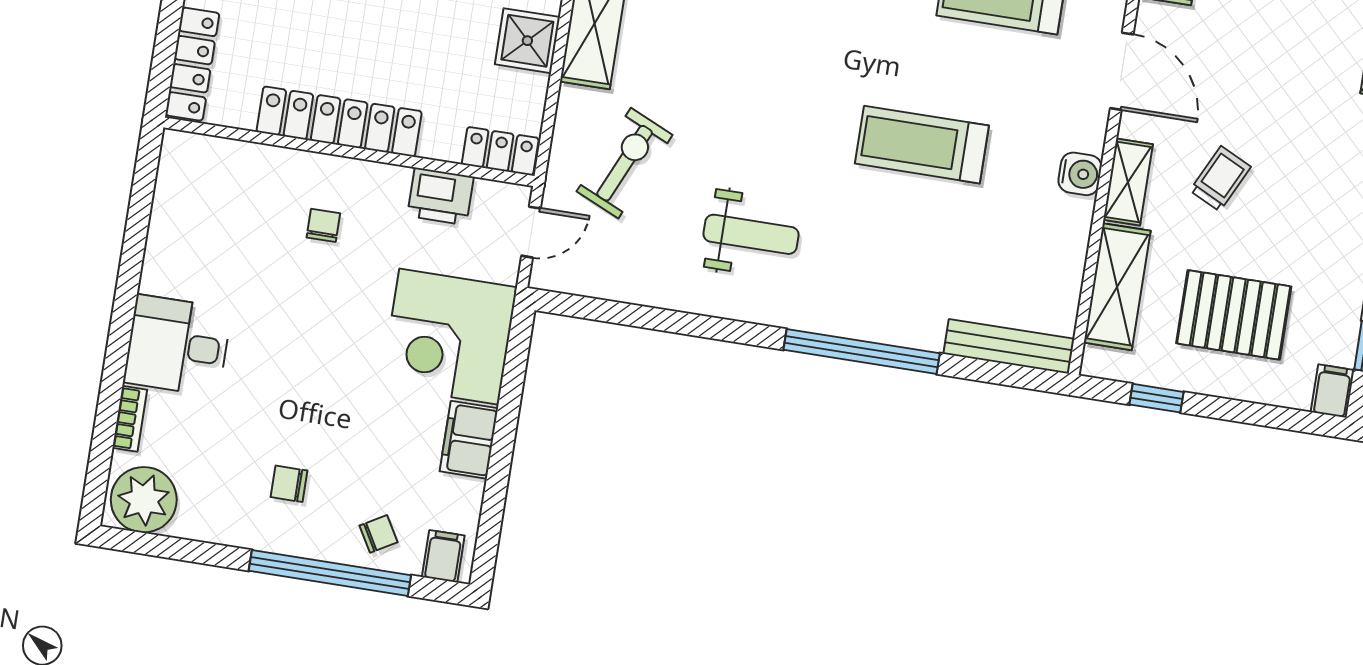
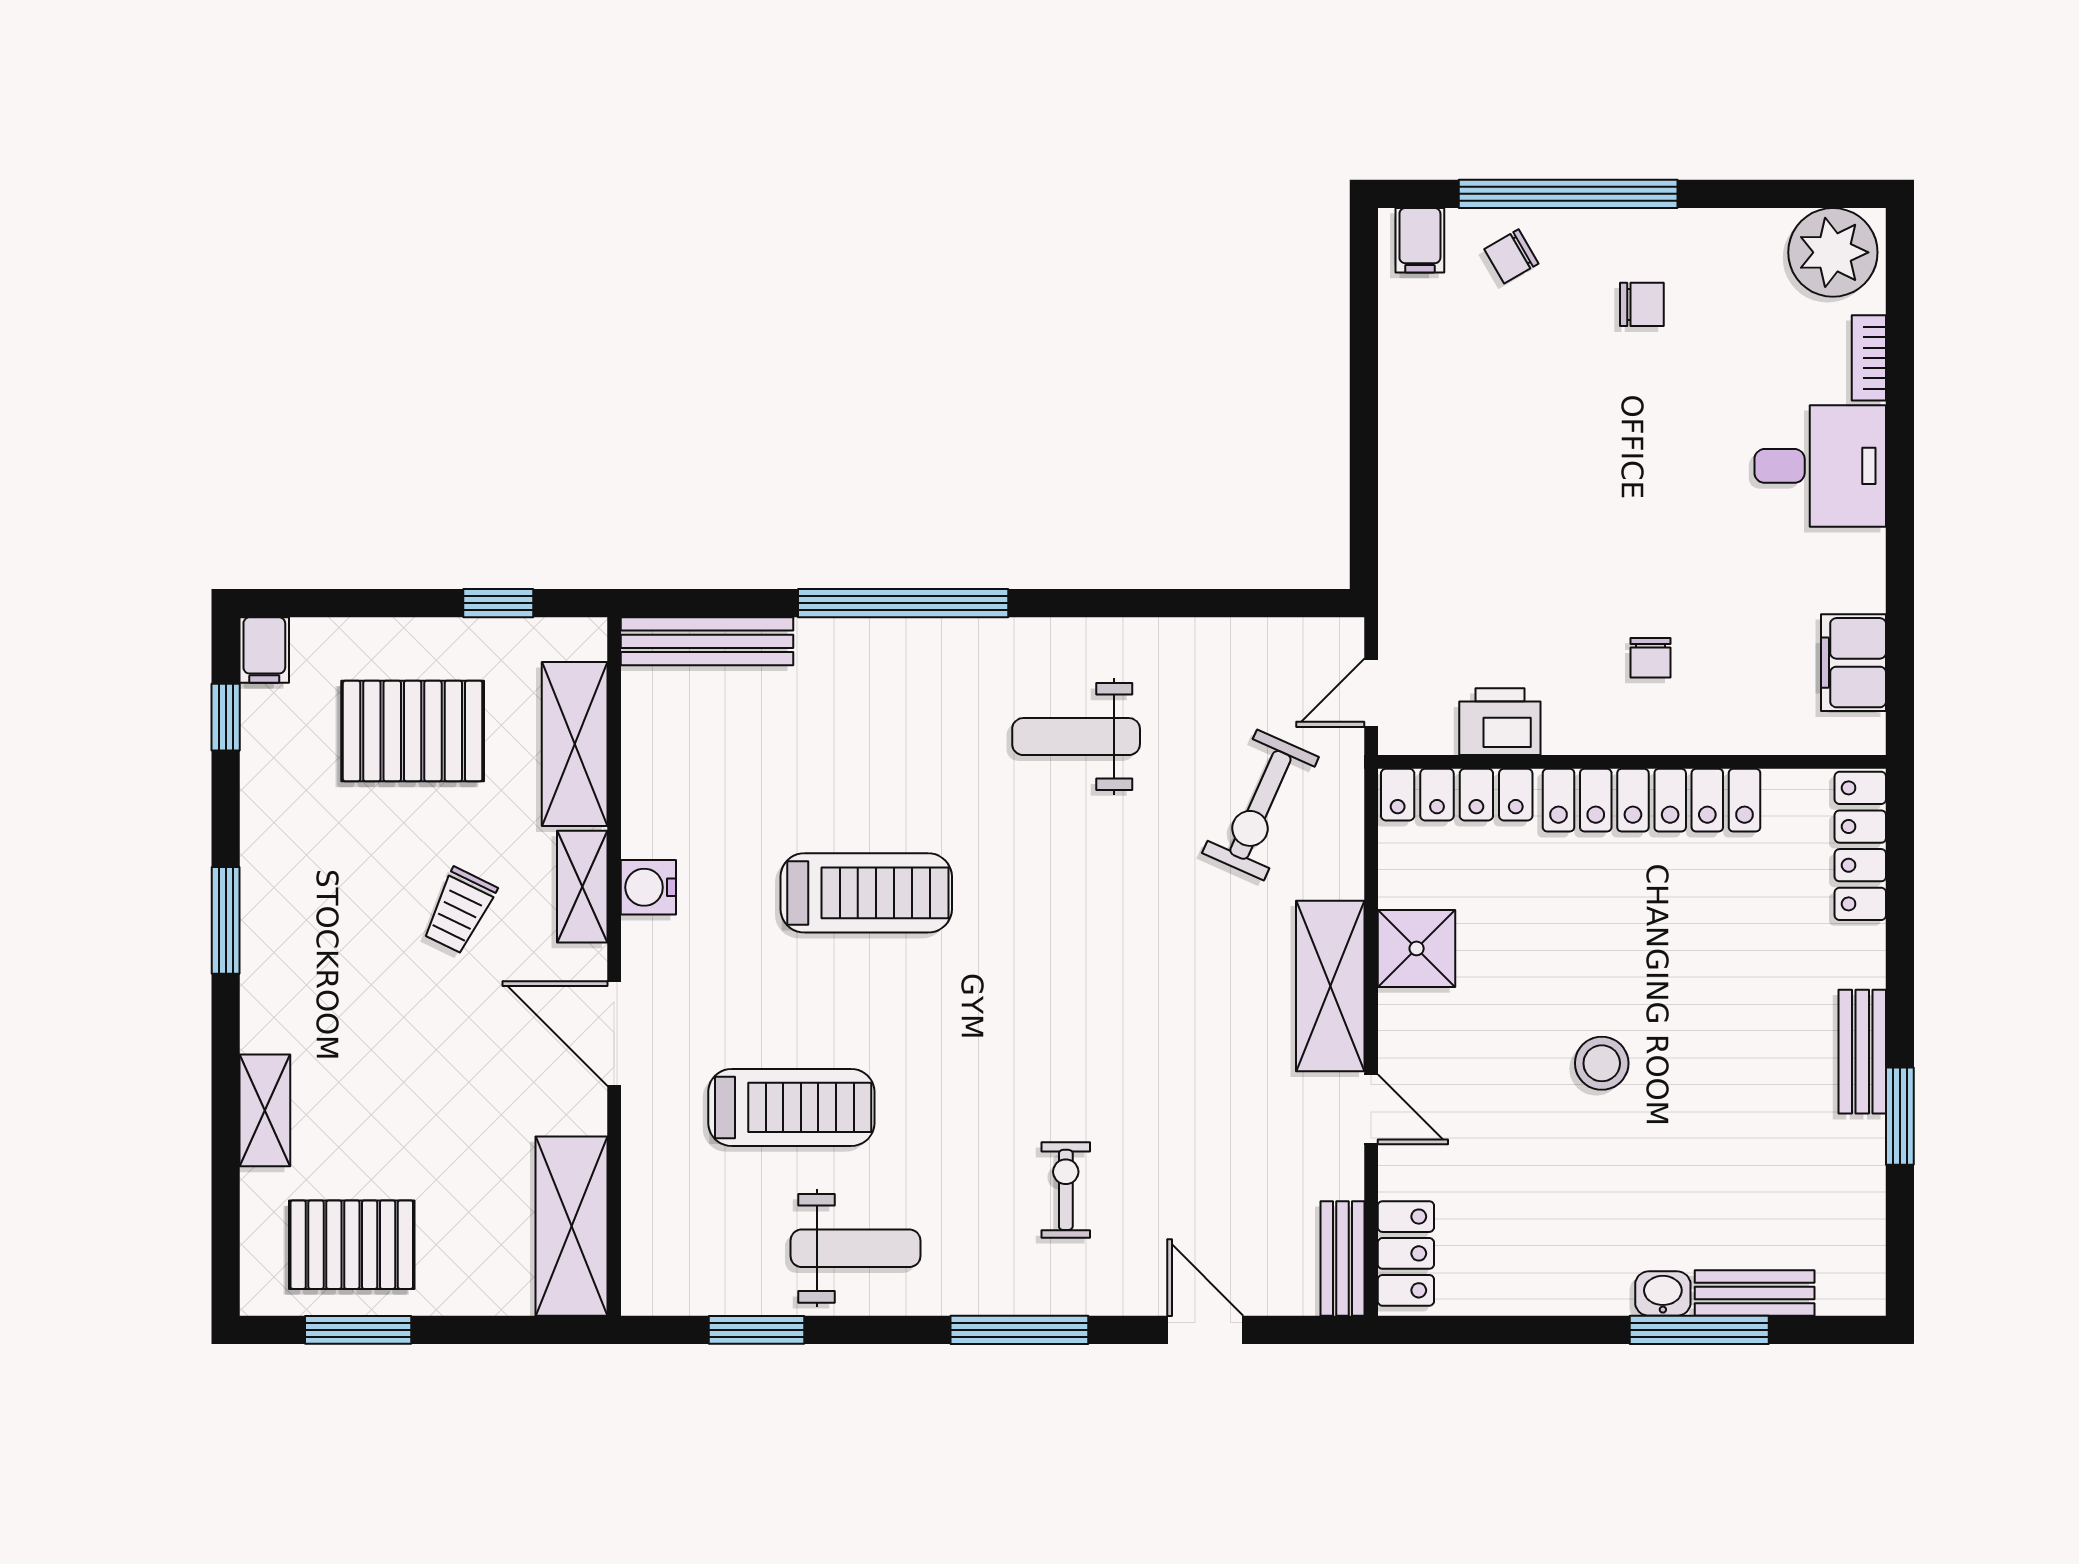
locker: (500, 151) -> (1457, 795), width x1.53
corner desk: (449, 337) -> (1459, 535), removed
filing cabinet: (469, 440) -> (1854, 663), moved, turned 180

